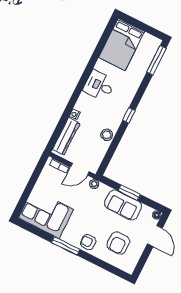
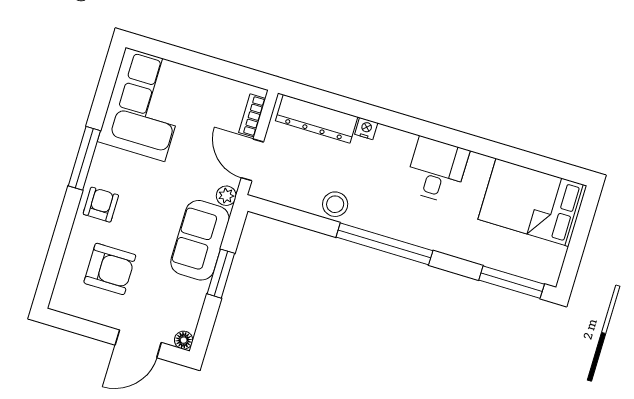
window: (129, 115) -> (384, 244), width x3.17
sofa: (123, 205) -> (200, 240), moved
armchair: (118, 243) -> (110, 269), turned 180

